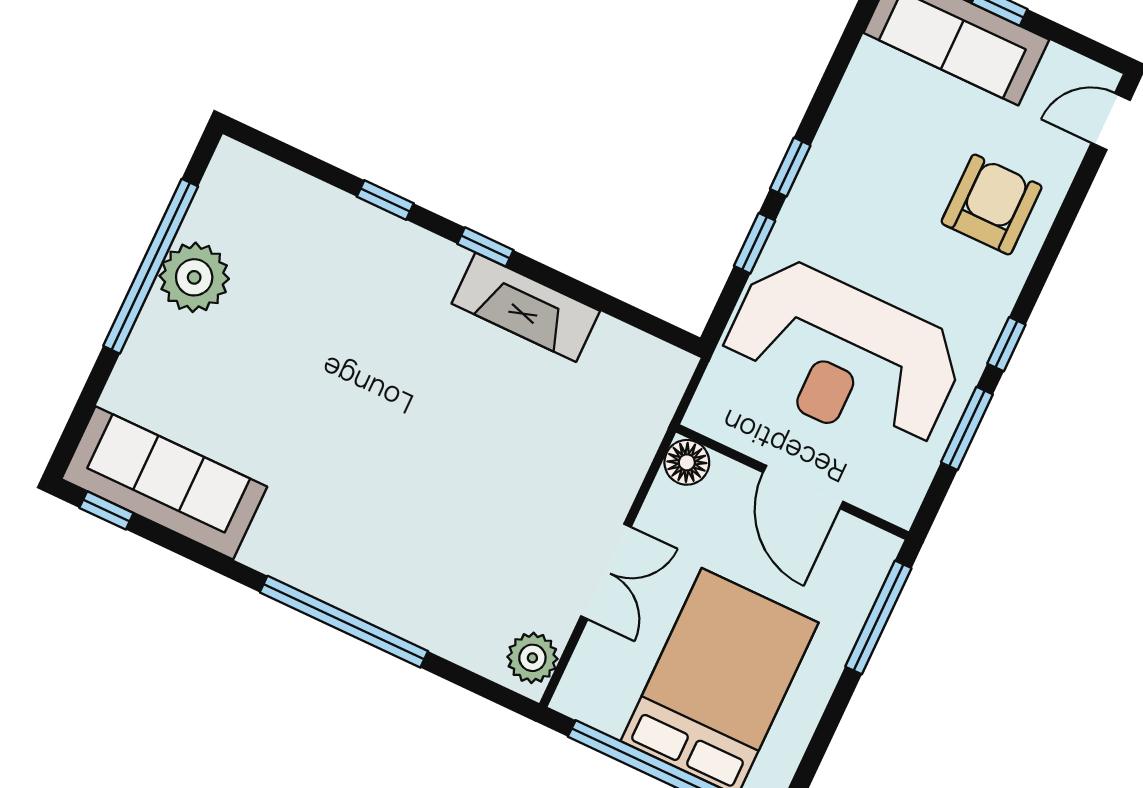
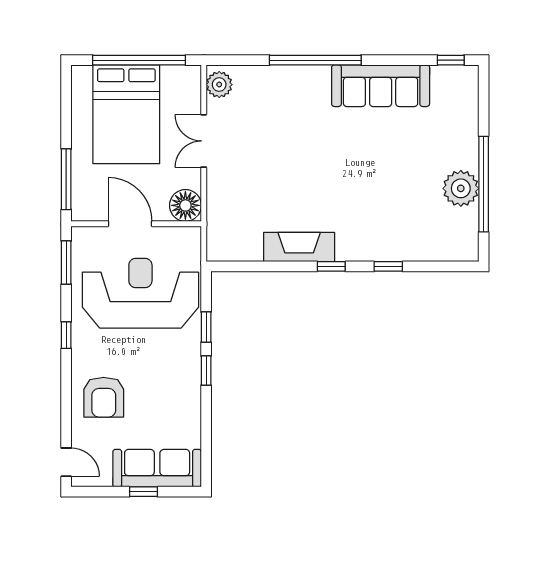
door: (1111, 121) -> (66, 462), hinge flipped
window: (967, 428) -> (66, 263), moved
floor lamp: (687, 462) -> (185, 205), width x1.38, depth x1.38
sofa: (164, 483) -> (381, 86), moved

